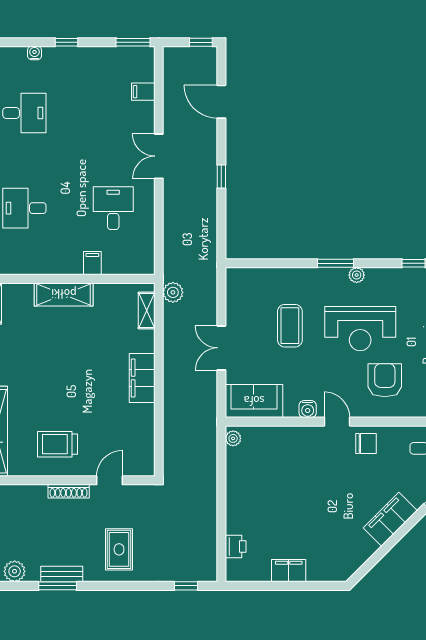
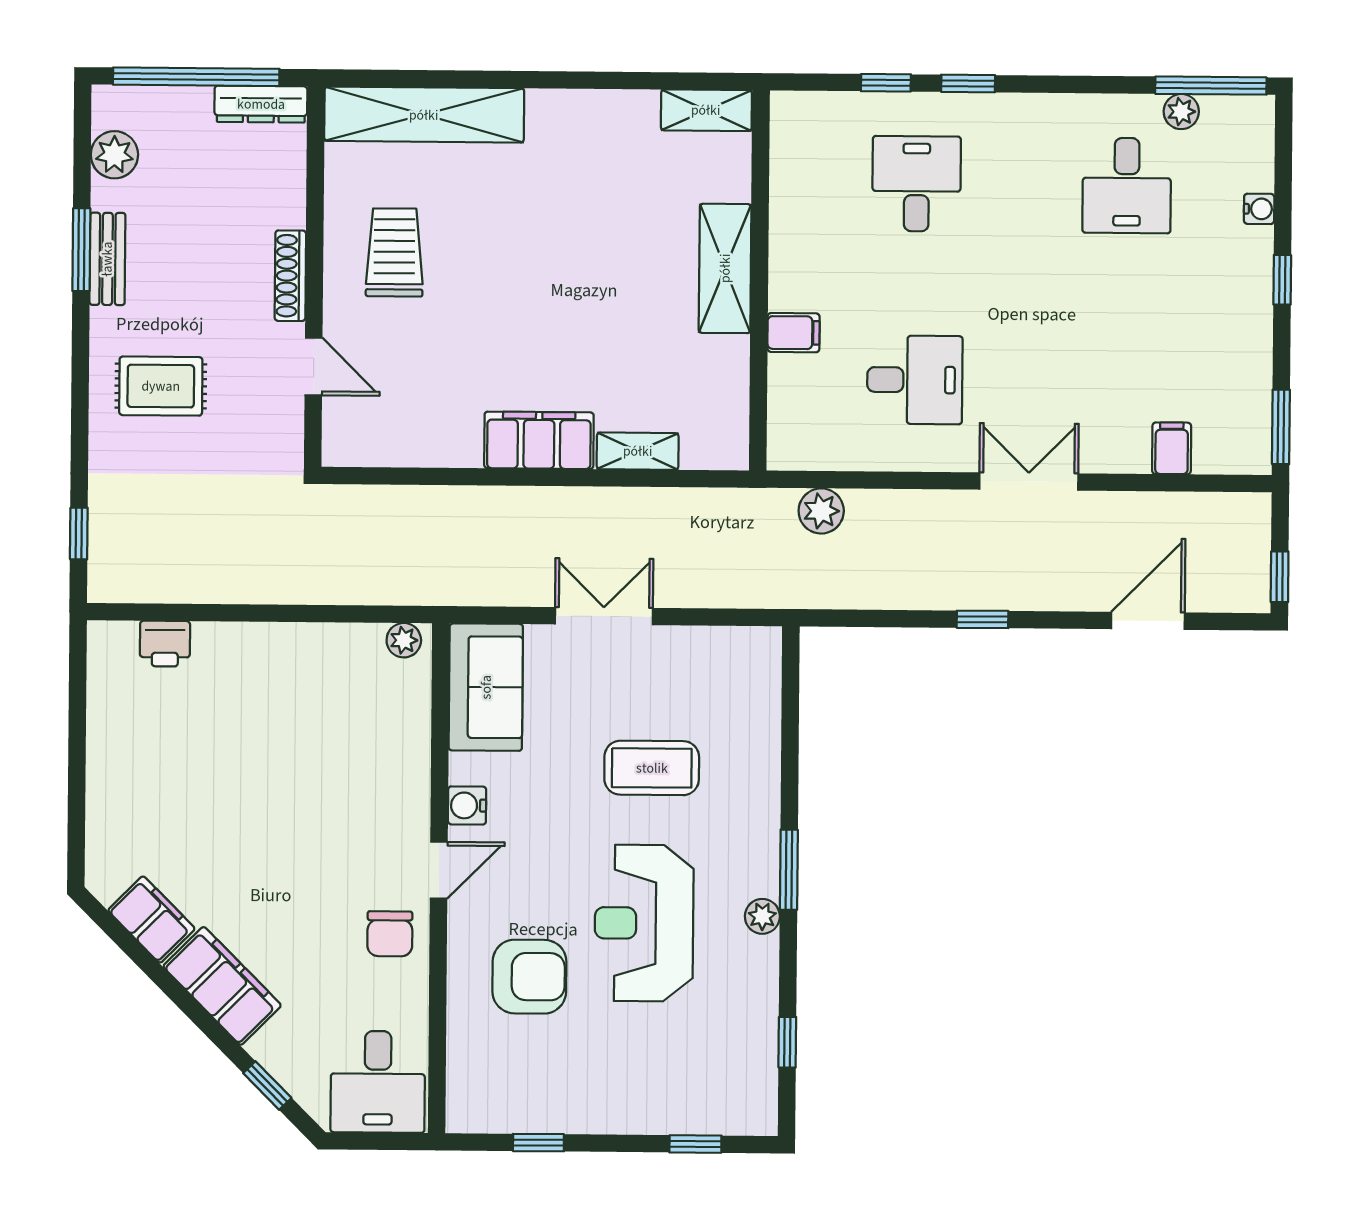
plant: (173, 292) -> (821, 511), moved
shelving: (147, 311) -> (638, 451), moved
filing cabinet: (289, 571) -> (151, 920), moved, turned -45

